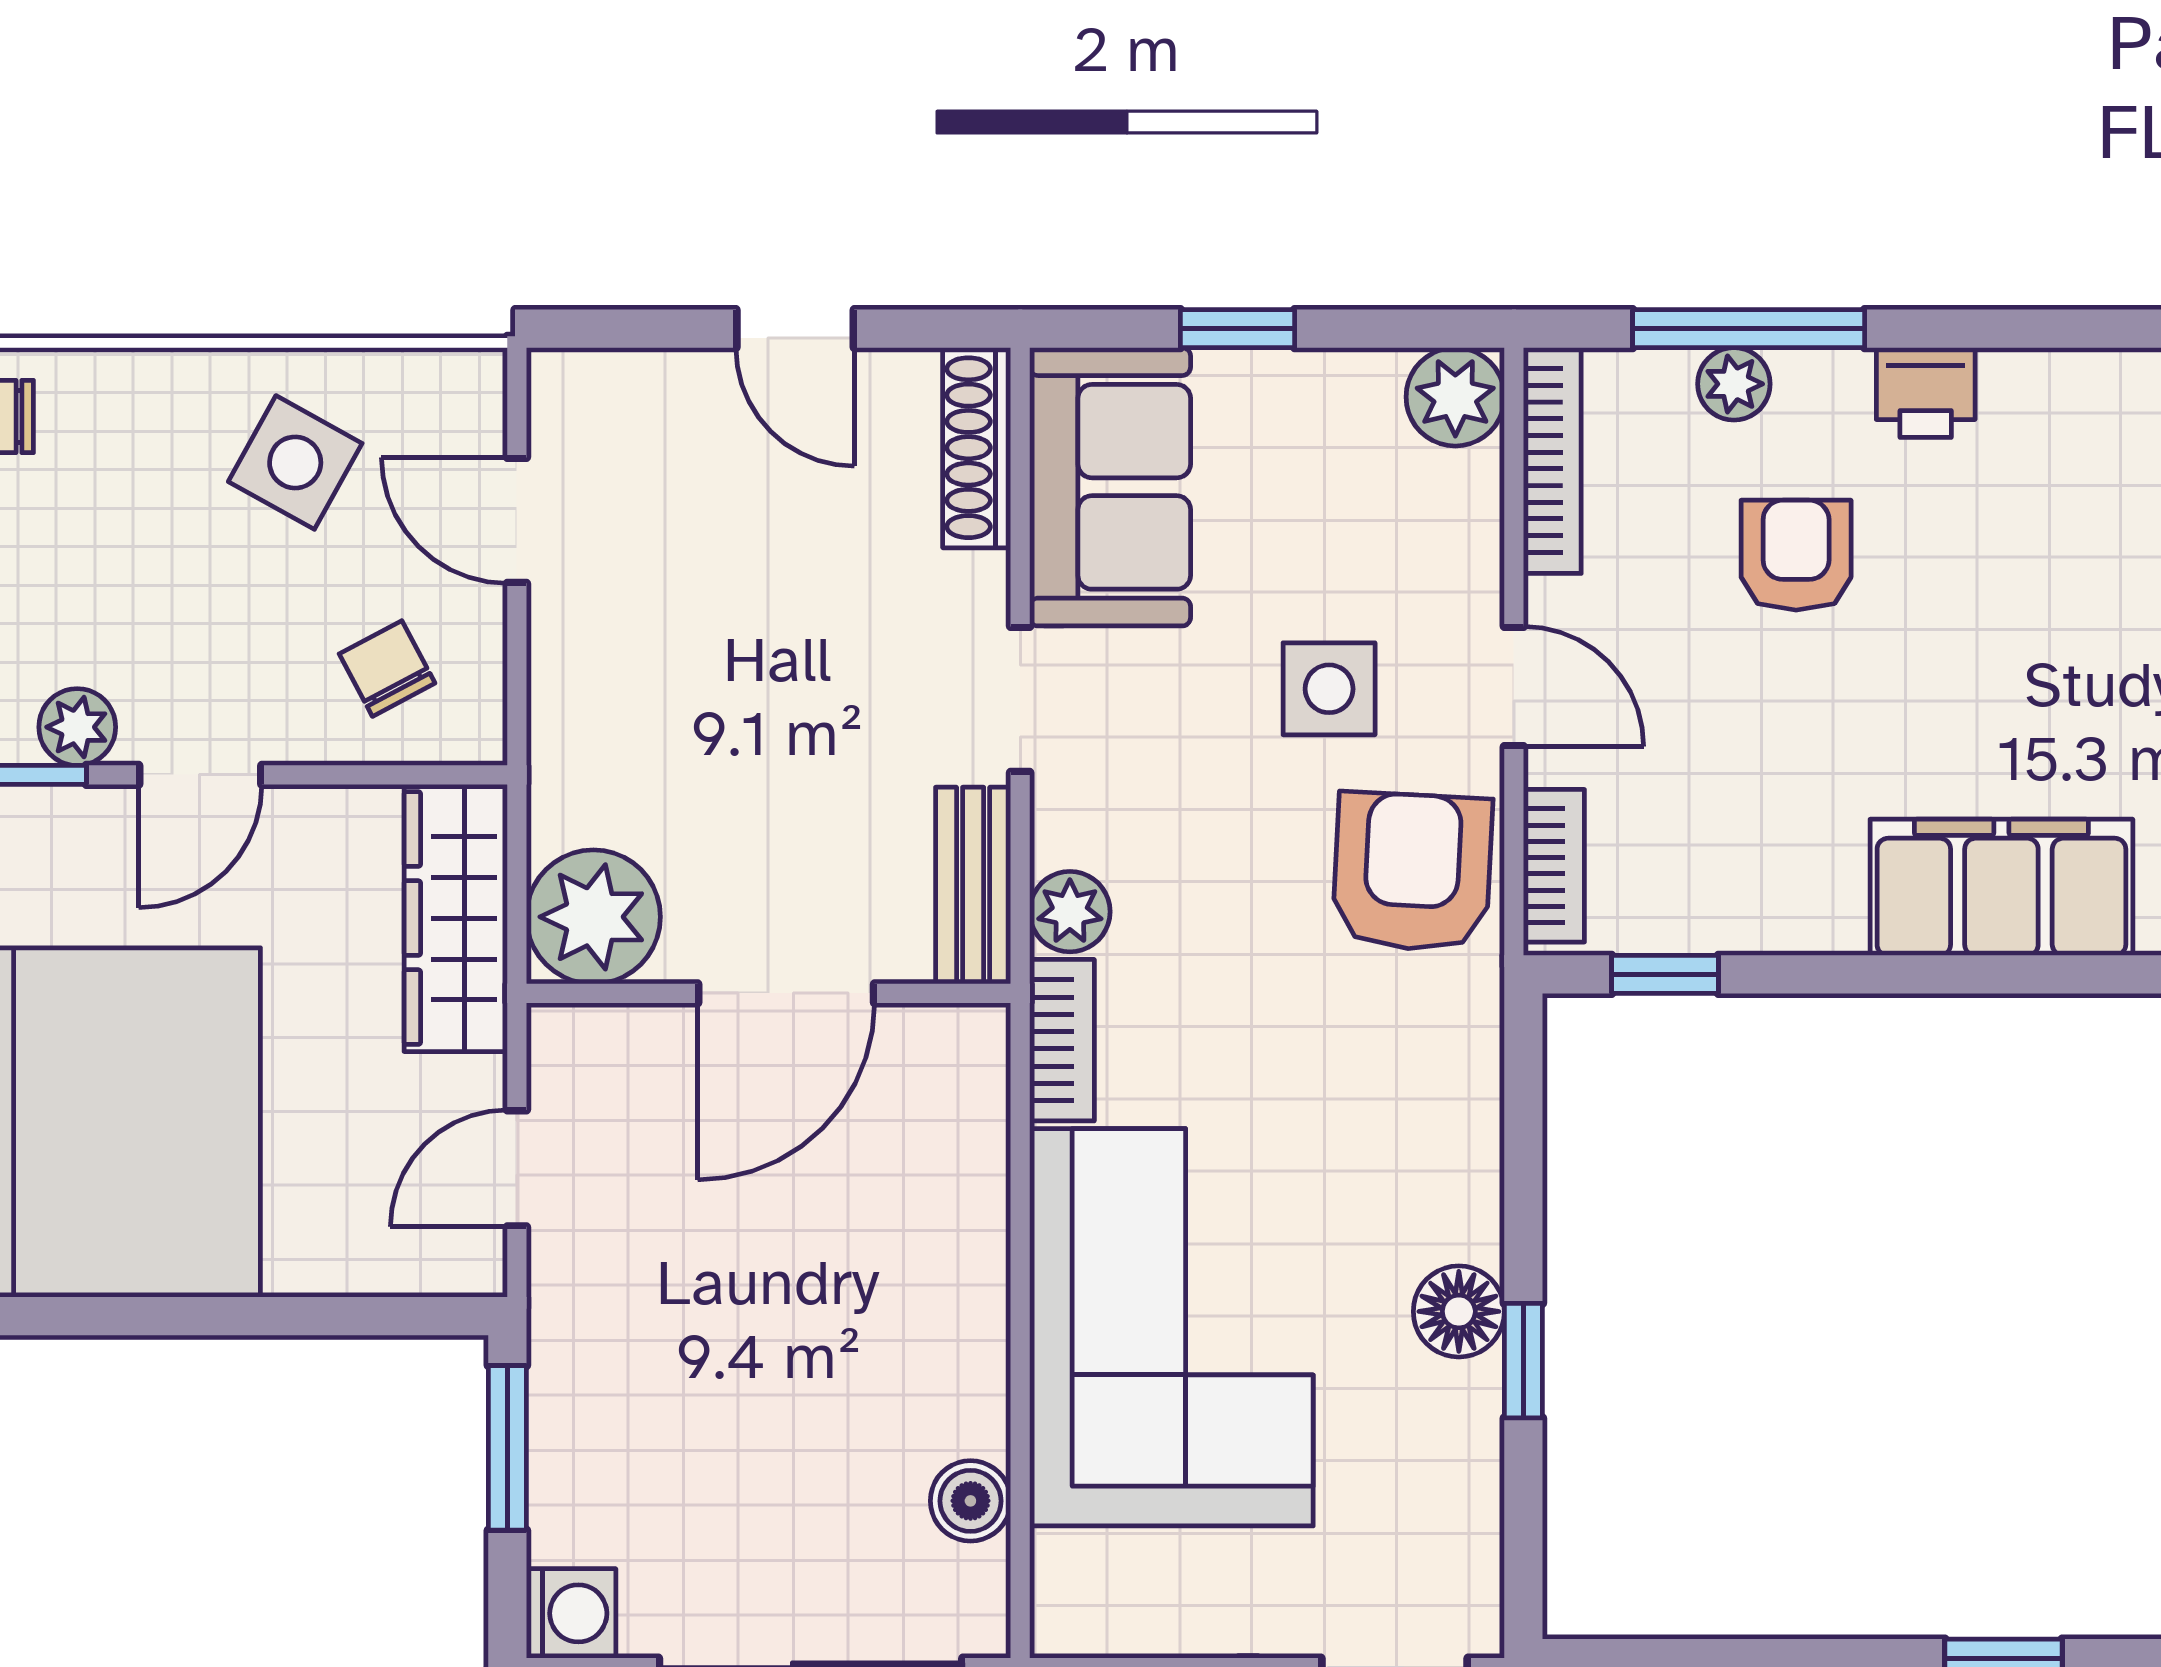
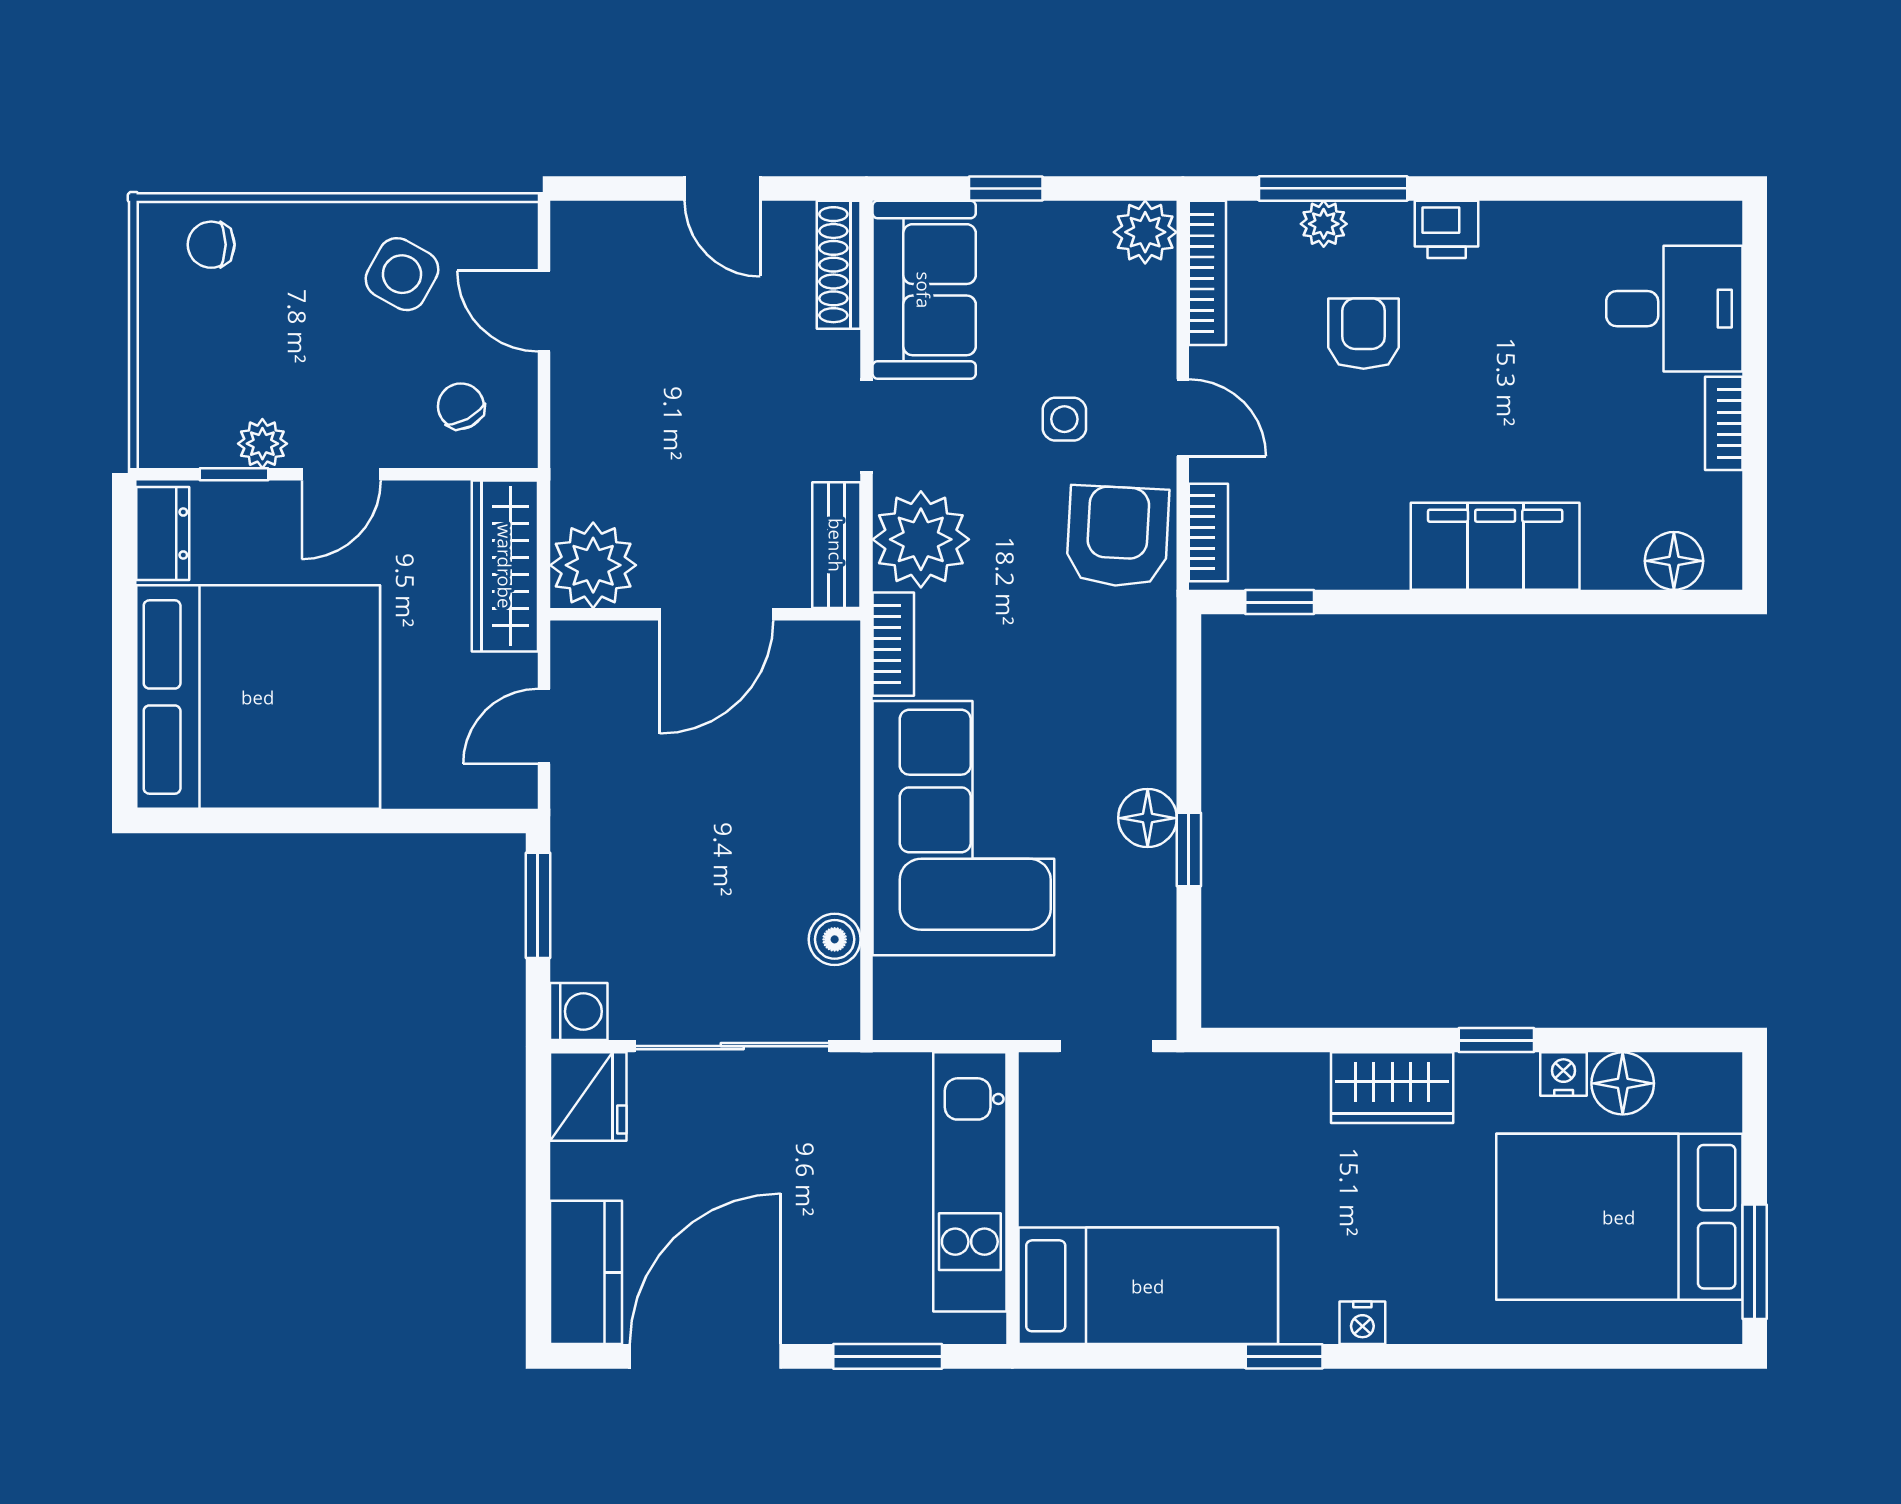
side table: (1329, 689) -> (1064, 419), width x0.73, depth x0.73
plant: (1070, 912) -> (921, 539), width x1.88, depth x1.88

